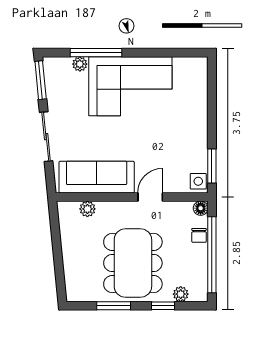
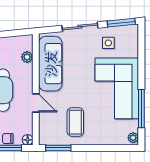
window: (96, 53) -> (141, 109), moved
plant: (80, 64) -> (133, 138), moved
coffee table: (176, 143) -> (75, 122), added
side table: (198, 181) -> (108, 43), moved

